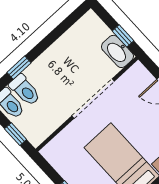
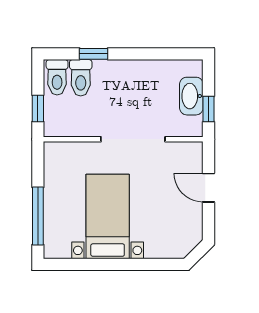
washbasin: (117, 51) -> (191, 96), moved

